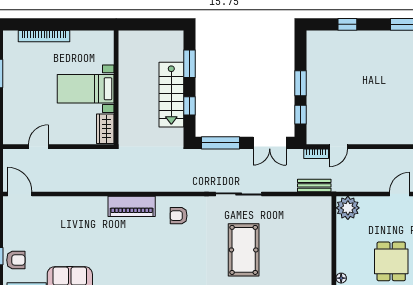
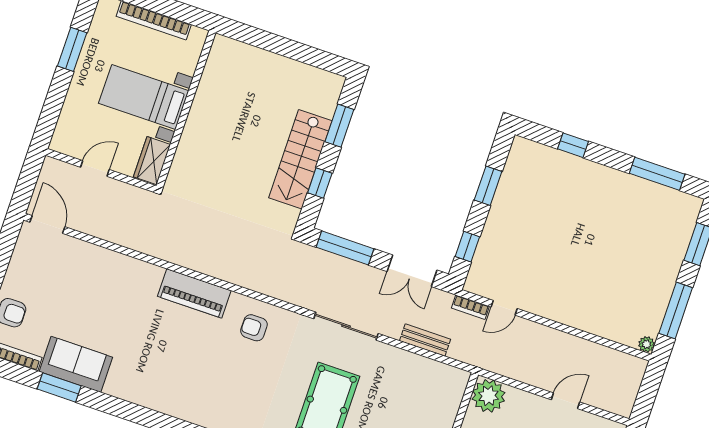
window: (301, 83) -> (488, 186), moved
wall: (116, 87) -> (186, 109), moved
bed with nightstands: (86, 89) -> (144, 97), moved
wardrobe: (105, 129) -> (152, 161), moved
bench: (314, 185) -> (425, 340), moved

